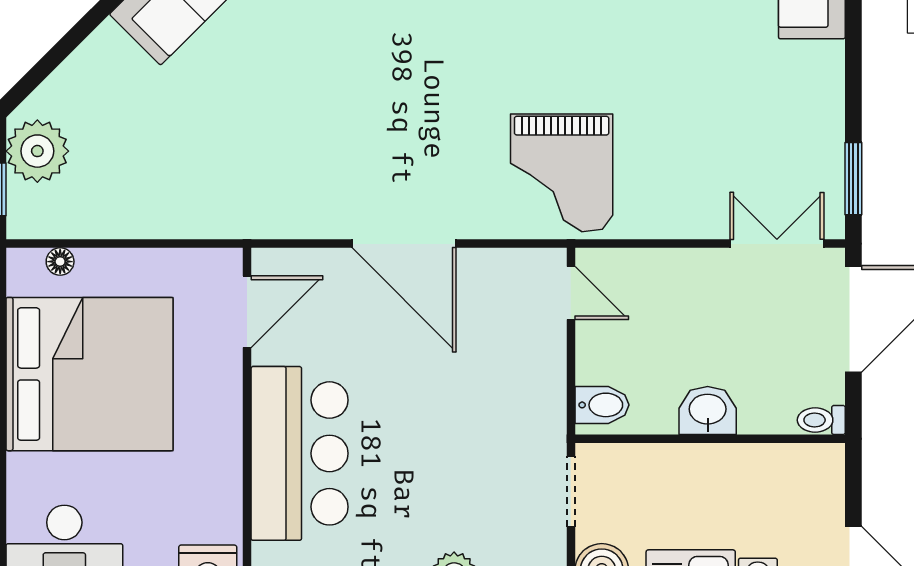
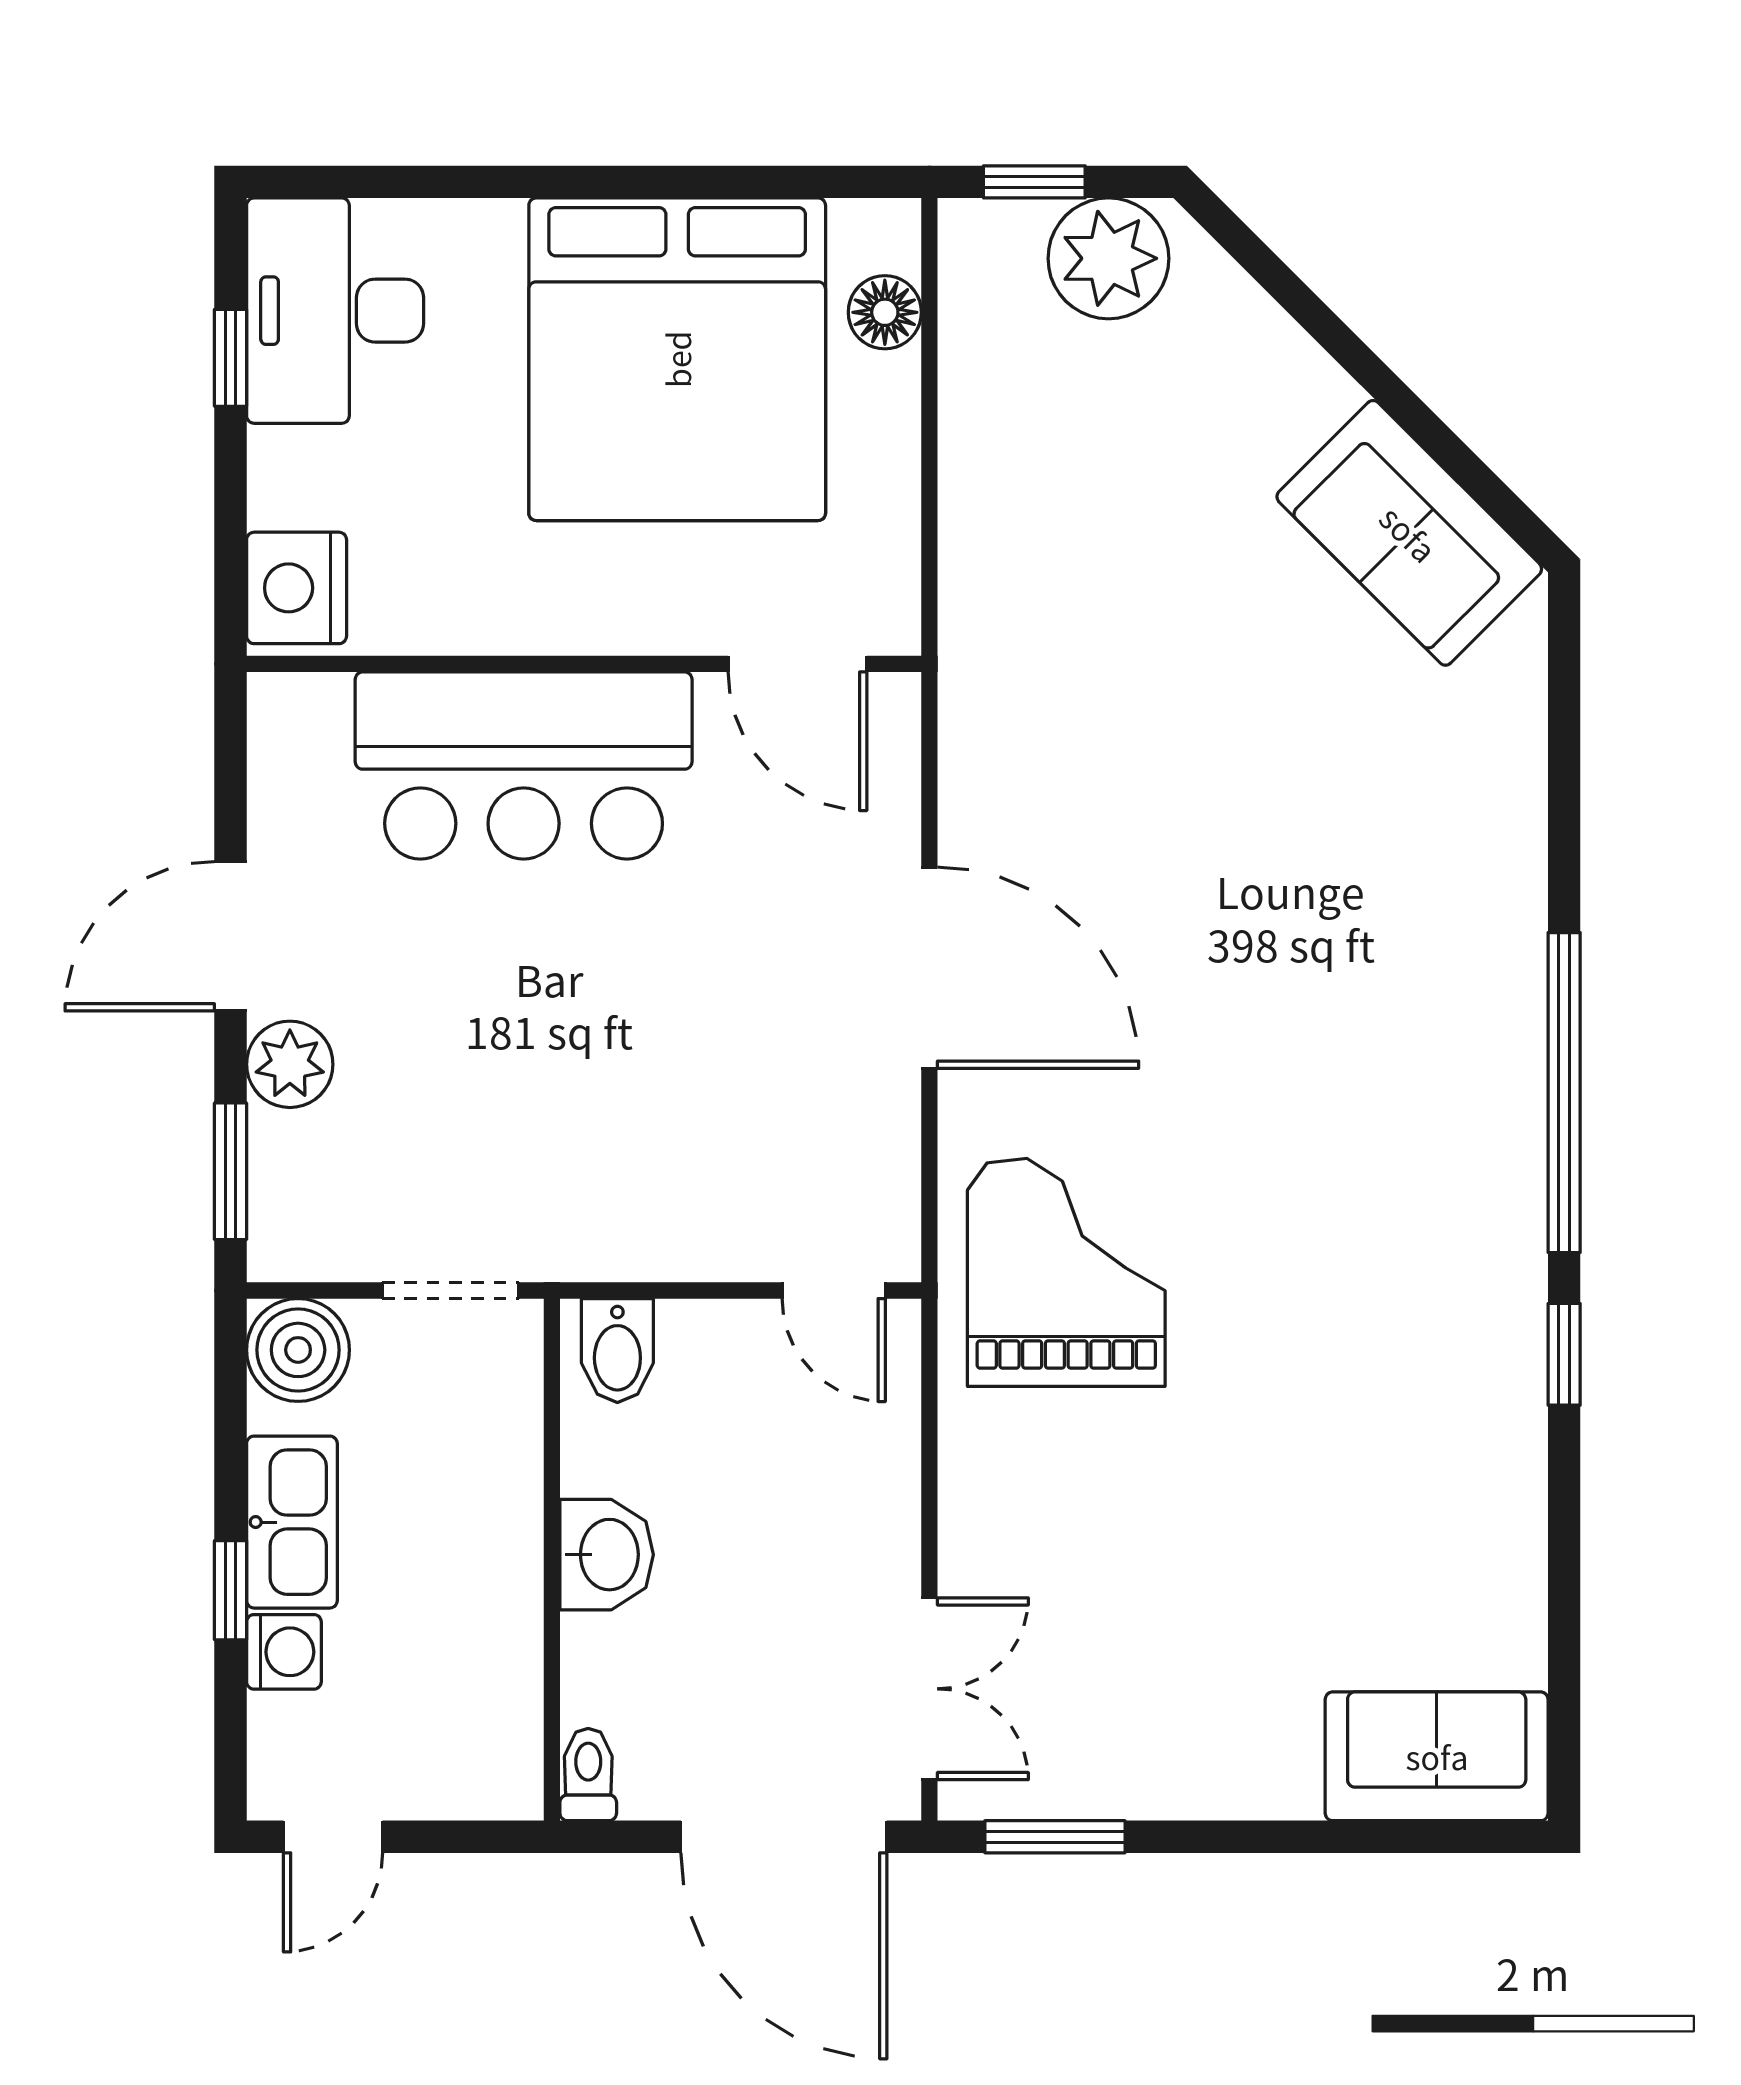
grand piano: (562, 173) -> (1066, 1272), turned 90
door: (404, 244) -> (929, 968), swing flipped
floor lamp: (60, 262) -> (885, 312), width x1.37, depth x1.37
door: (571, 293) -> (834, 1290), hinge flipped

